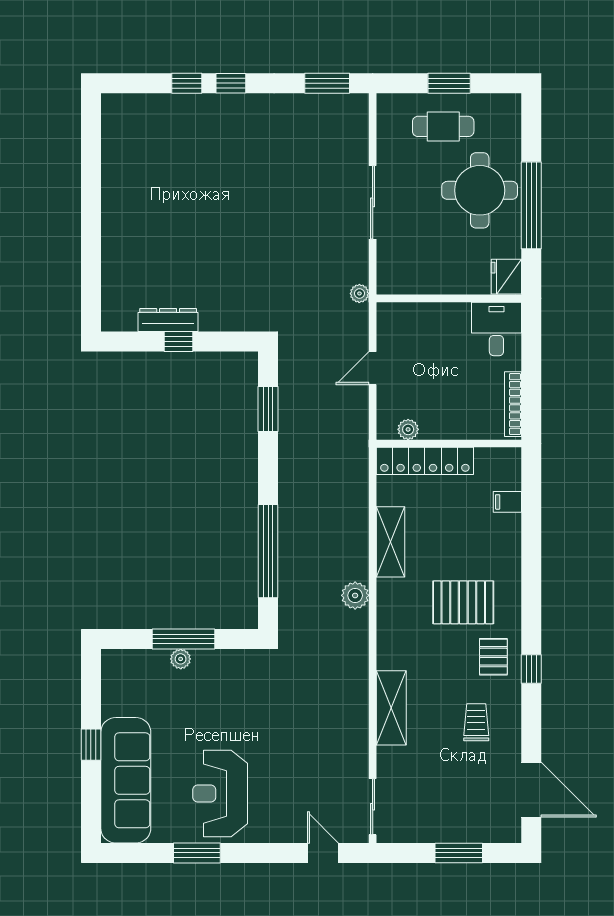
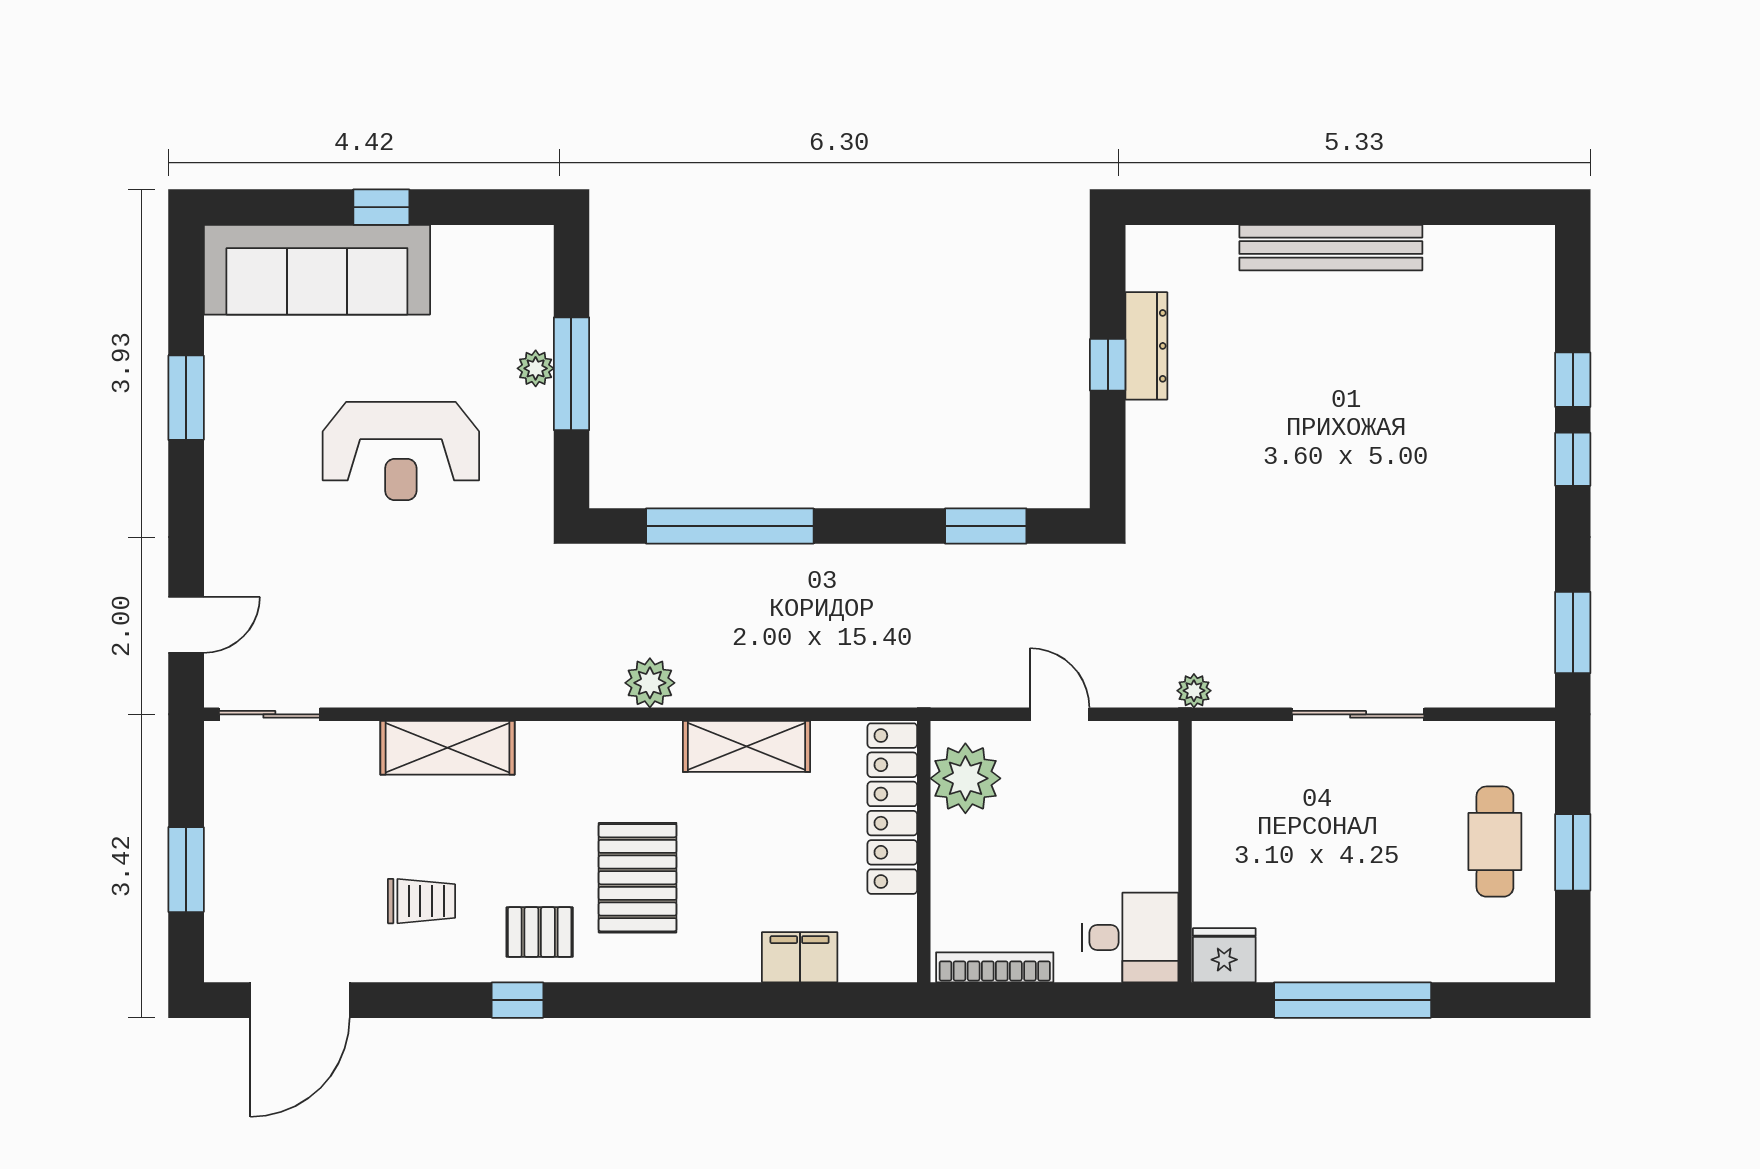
round table: (480, 190) -> (1380, 907), removed
bench: (113, 217) -> (1331, 248), added
plant: (408, 429) -> (965, 778), width x1.87, depth x1.87
filing cabinet: (507, 502) -> (800, 957), width x2.00
reception desk: (220, 794) -> (401, 451), moved, turned 180

